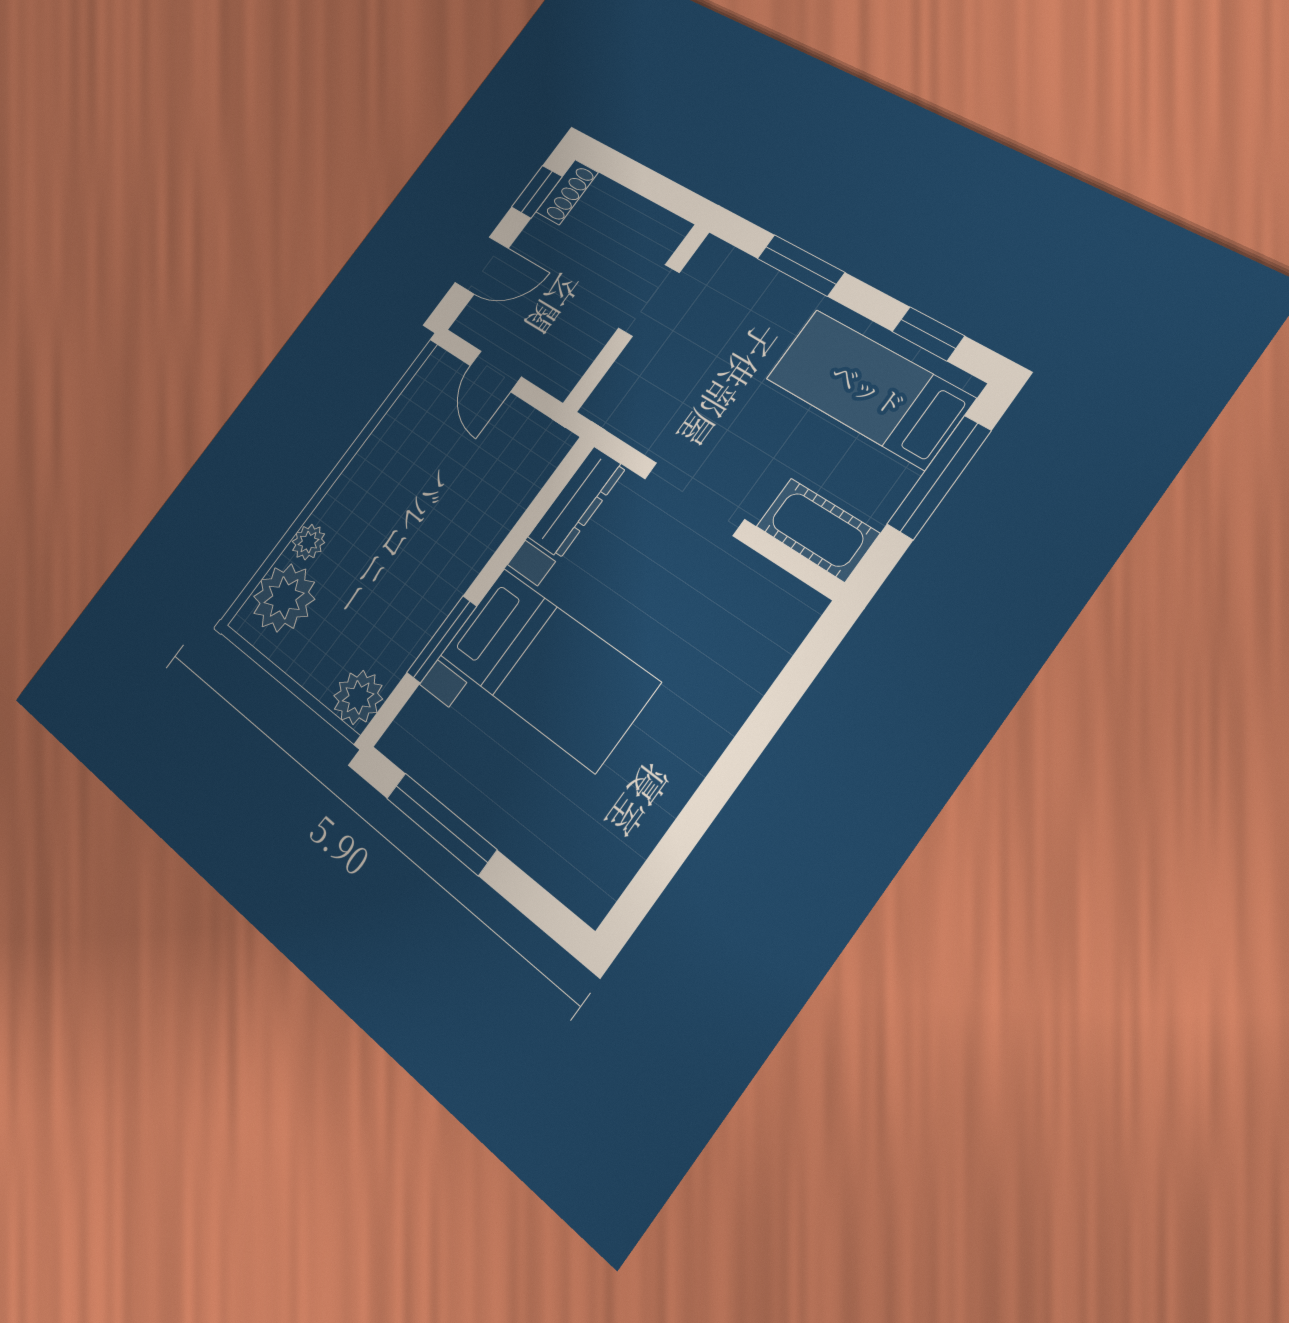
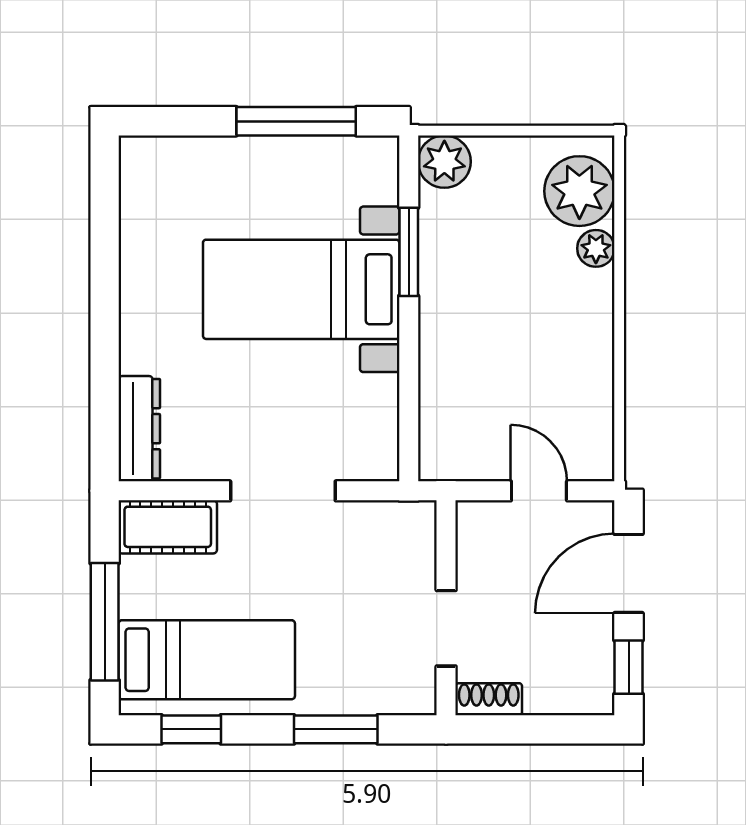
shoe rack: (567, 192) -> (489, 699), moved, turned 90
door: (482, 265) -> (629, 573), width x1.38
dresser: (577, 502) -> (139, 429), moved, turned 180

